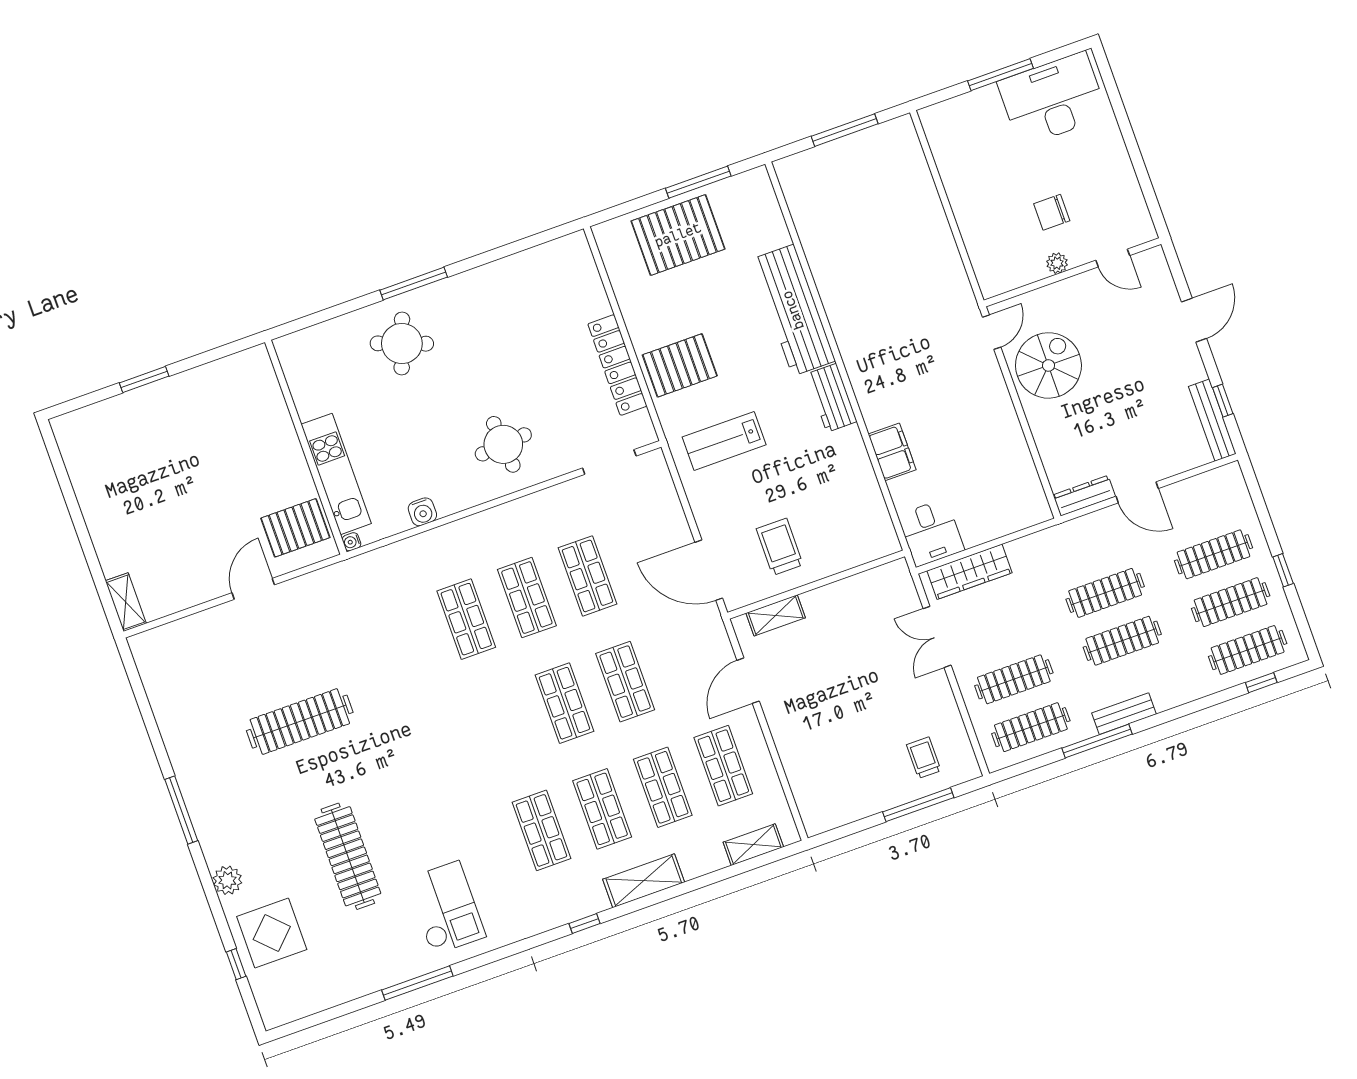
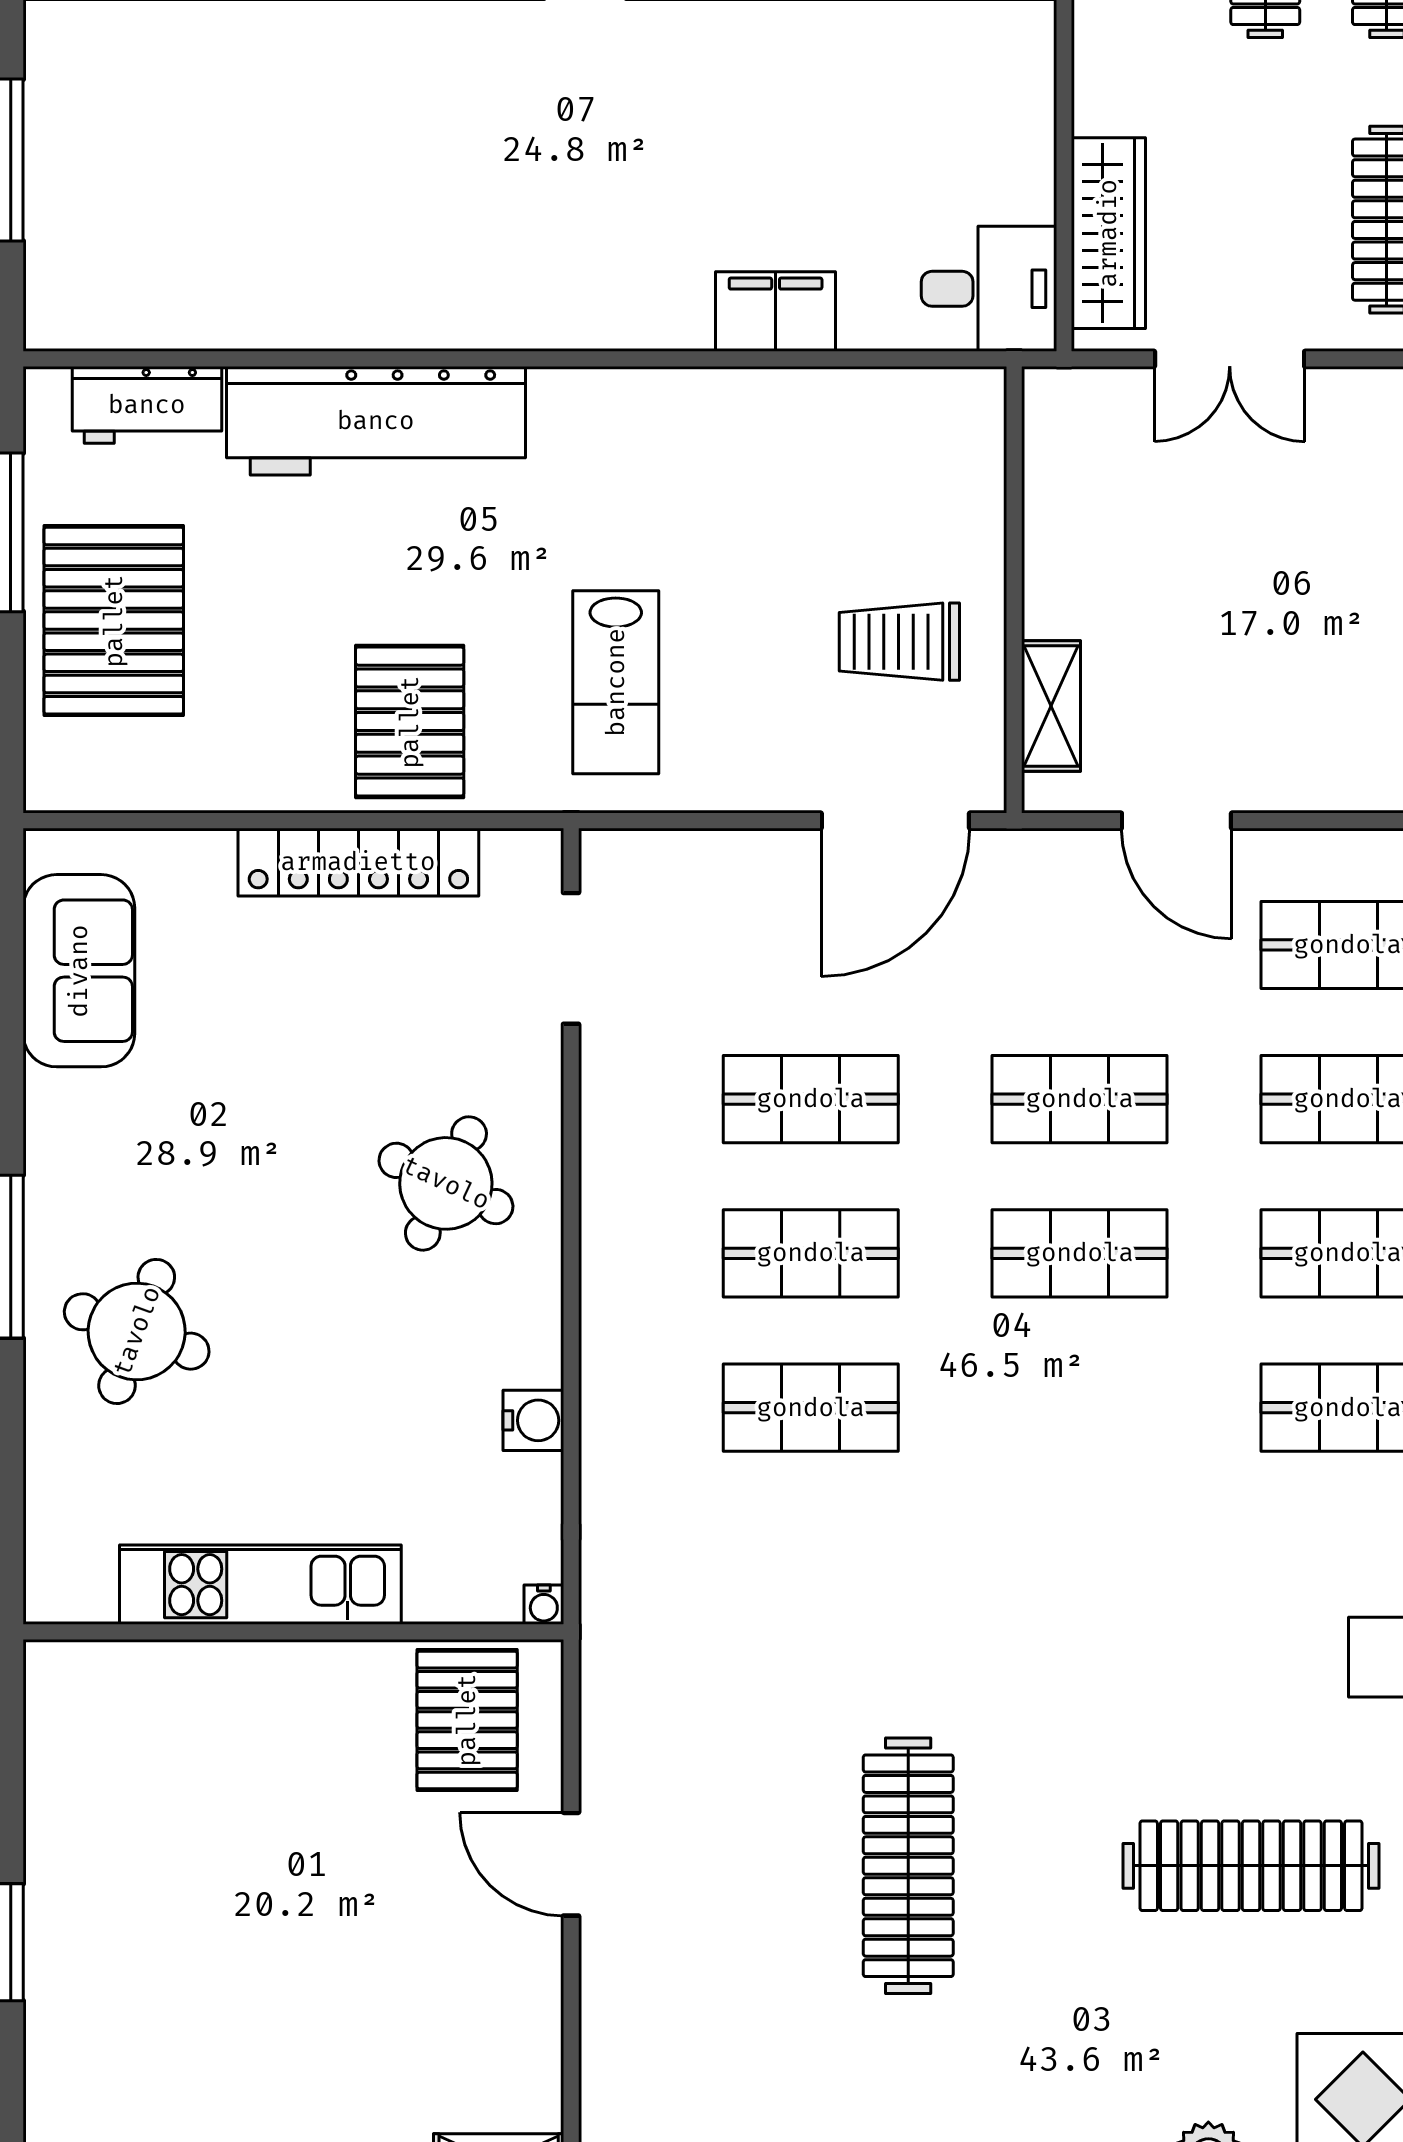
sofa: (536, 270) -> (79, 971), added
workbench: (832, 398) -> (147, 405), moved
round table: (503, 444) -> (446, 1183), turned 30
kitchen unit: (336, 474) -> (260, 1585), moved

